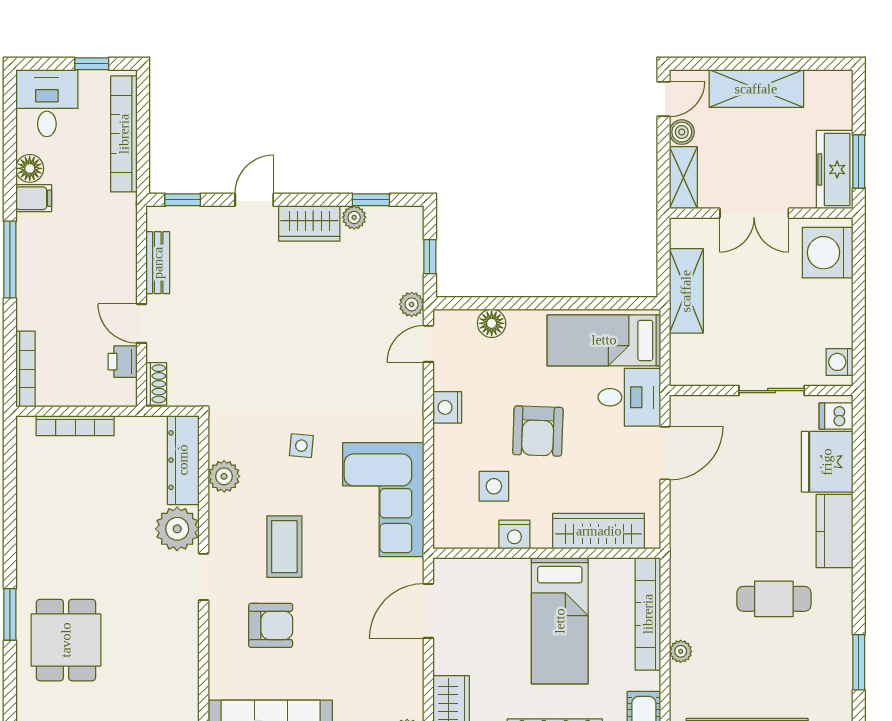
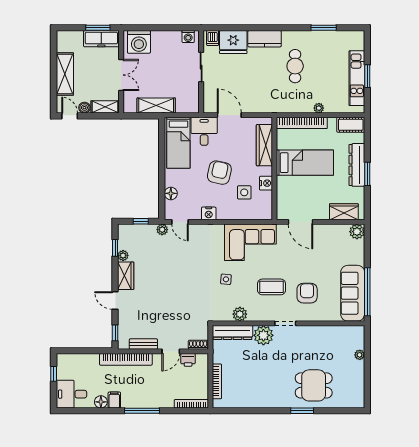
bookcase: (124, 134) -> (126, 359), moved
armchair: (538, 431) -> (219, 173), turned -80

